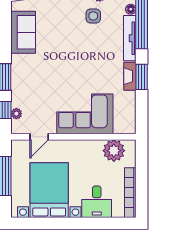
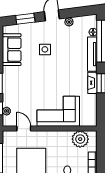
side table: (93, 16) -> (45, 49), moved
door: (39, 137) -> (24, 129), swing flipped

